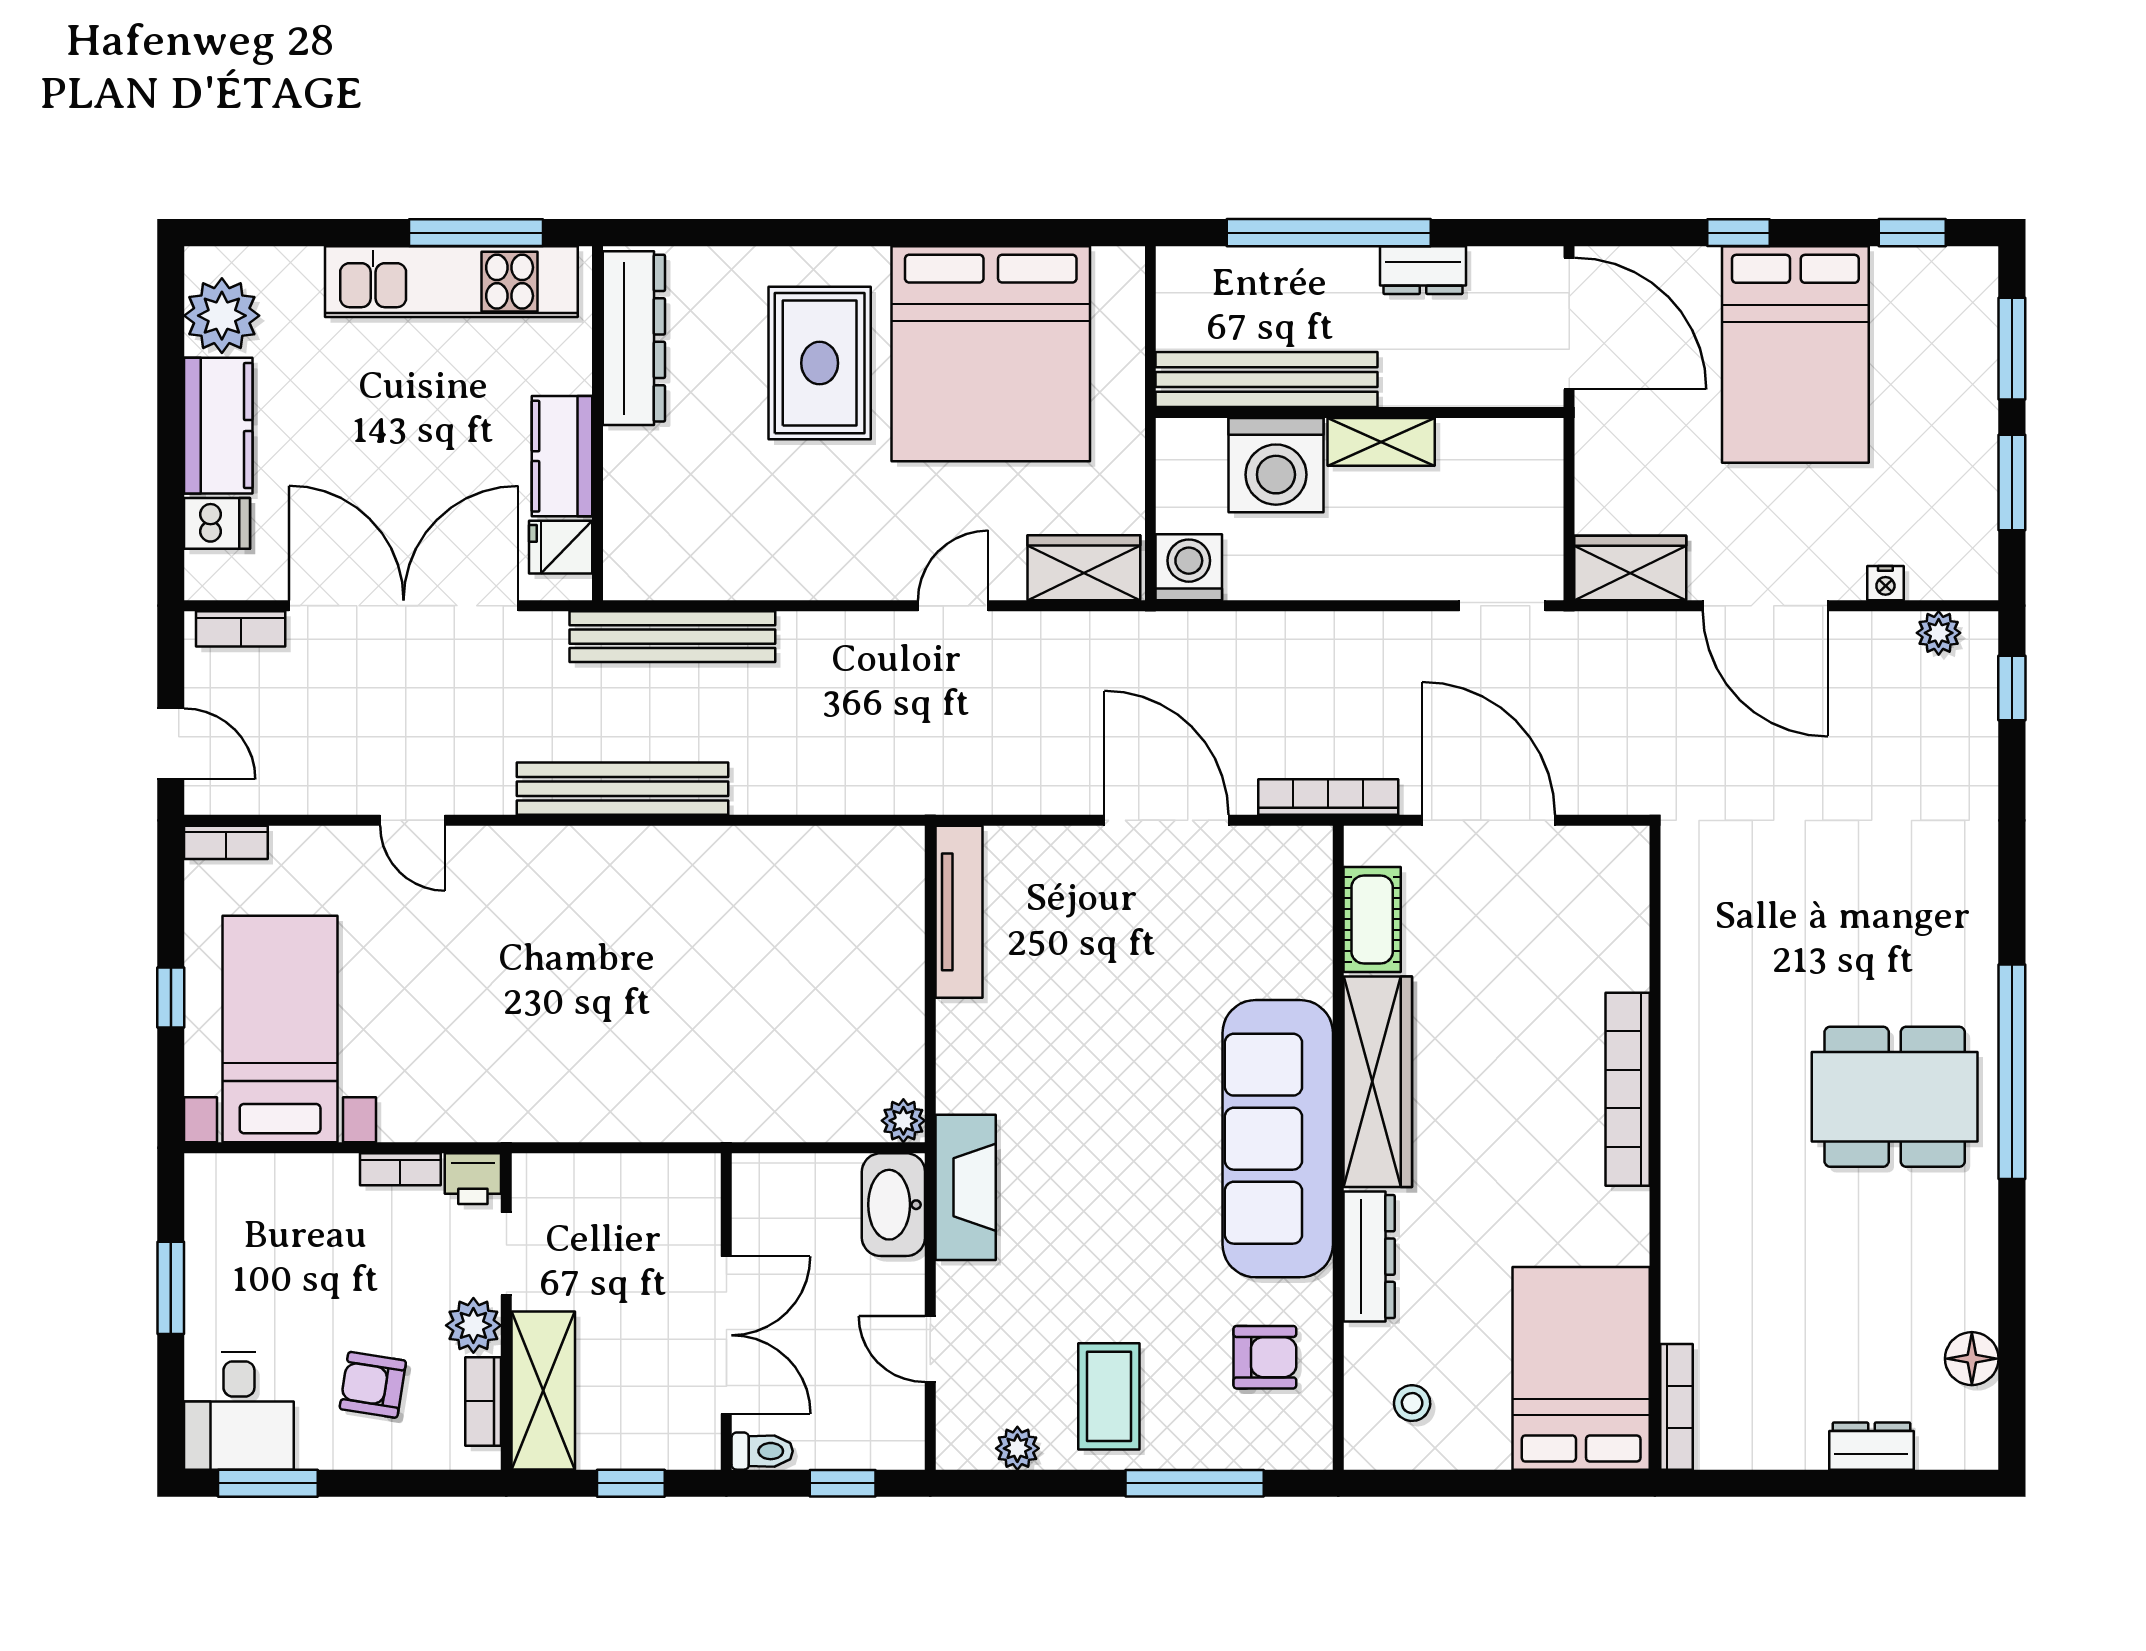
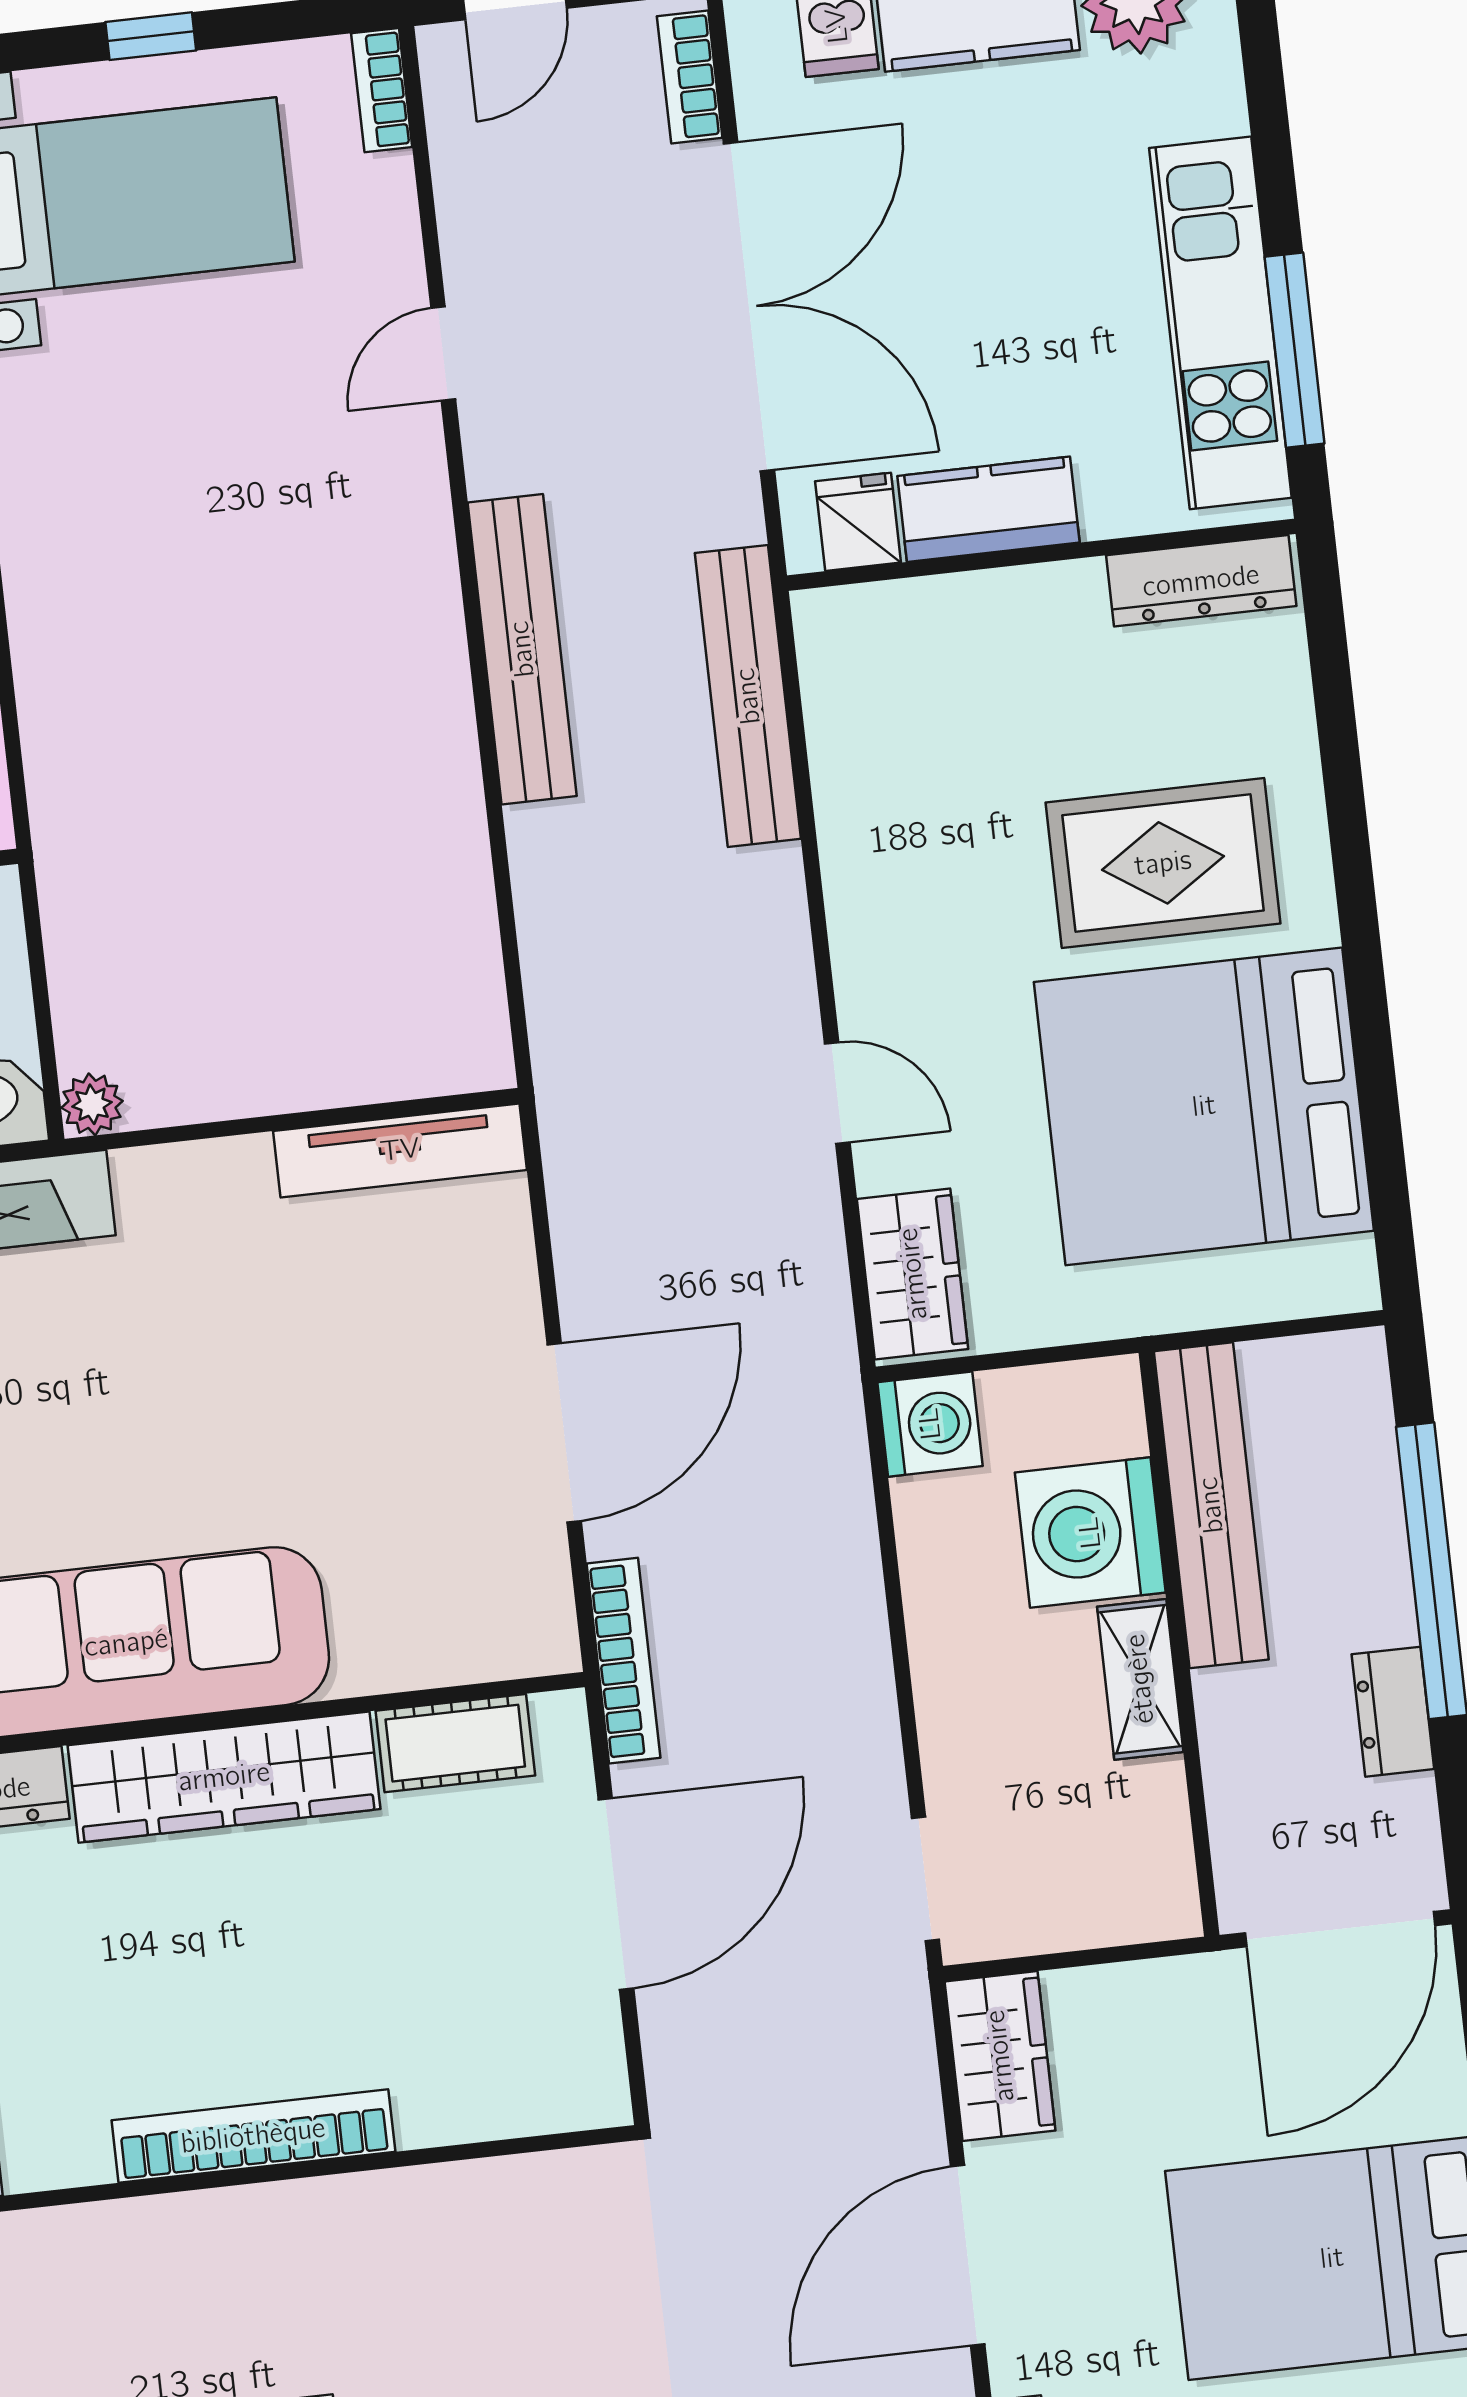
dresser: (634, 338) -> (1201, 581), width x0.73, depth x0.80

